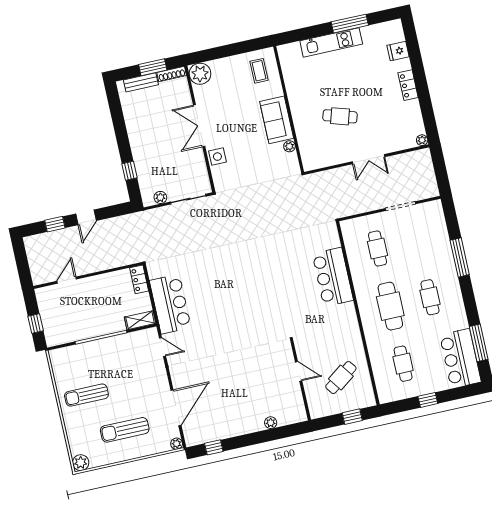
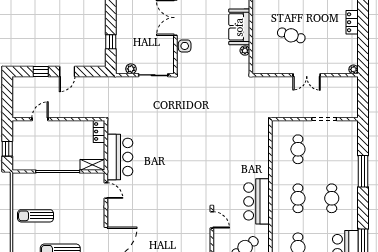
bar counter: (333, 277) -> (256, 201), moved
cafe table: (390, 306) -> (298, 198), width x0.73, depth x0.74
door: (299, 371) -> (212, 220), moved

